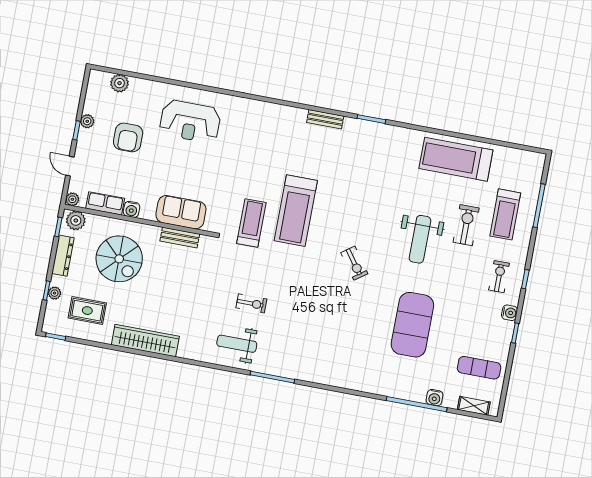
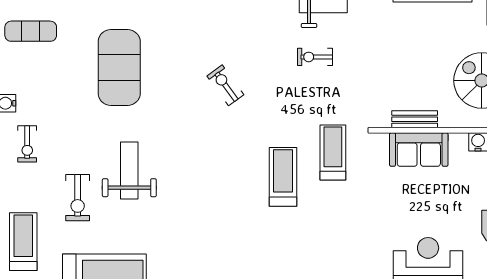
treadmill: (296, 211) -> (283, 177), width x0.73, depth x0.73
treadmill: (505, 214) -> (23, 242), moved
treadmill: (251, 223) -> (333, 152), turned 180
exercise bike: (354, 263) -> (225, 85), moved

